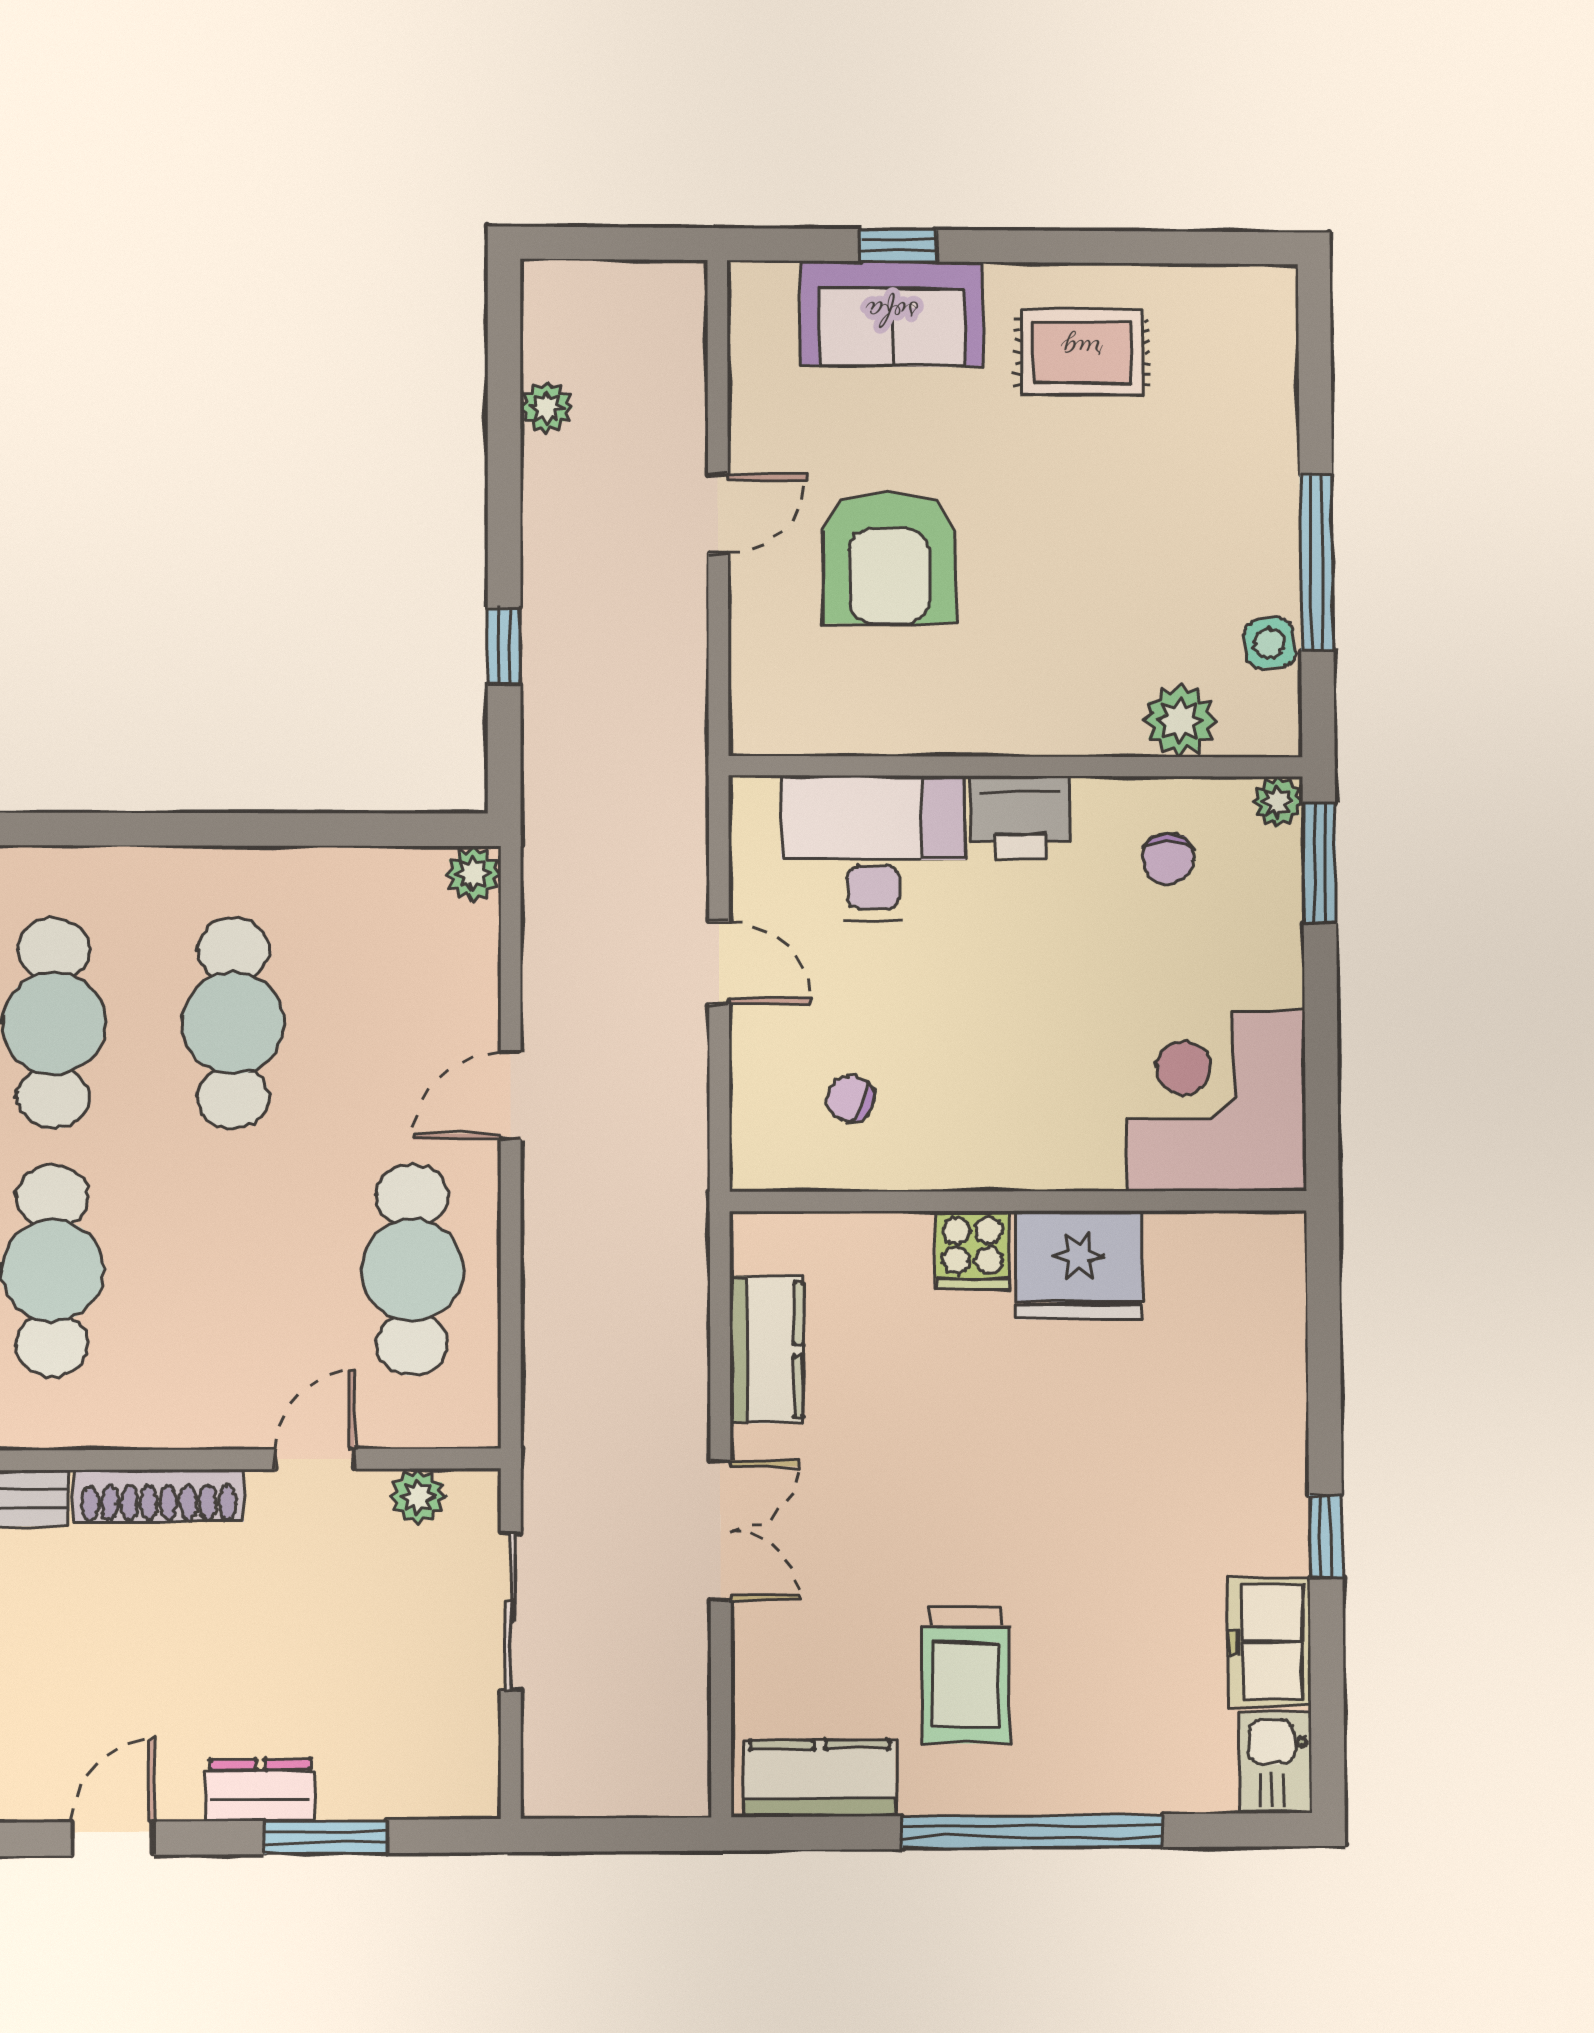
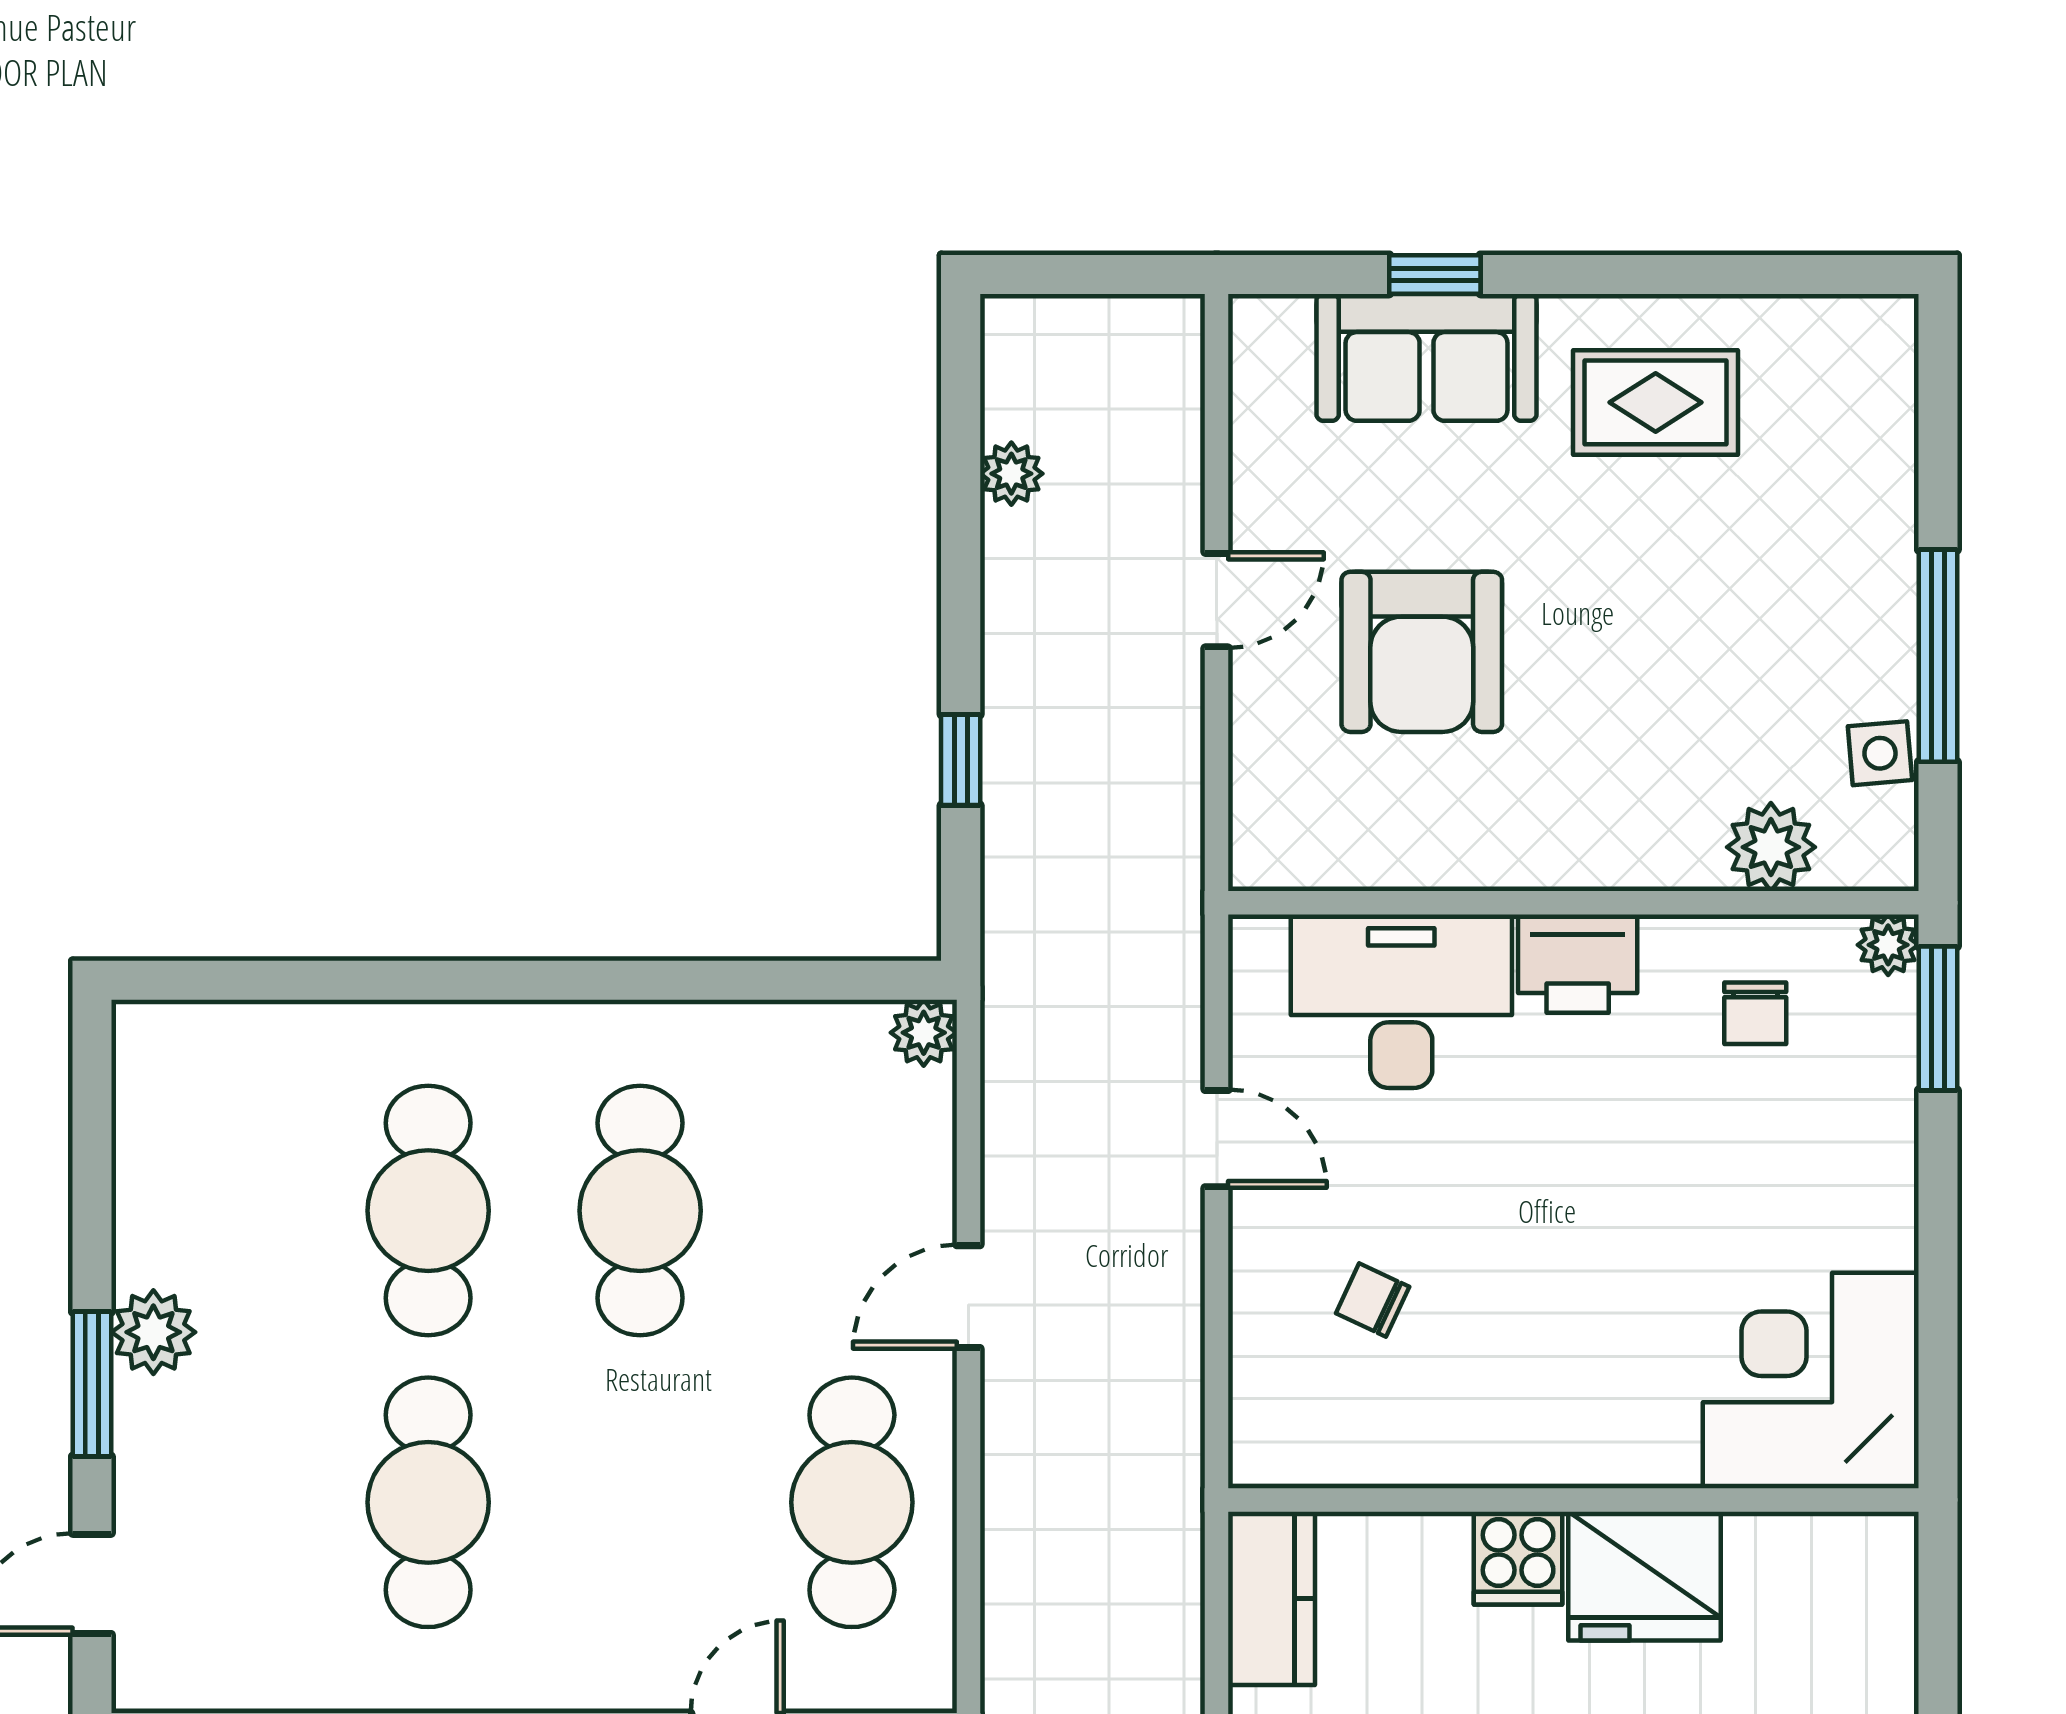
corner desk: (1216, 1101) -> (1811, 1380), moved
wall: (1019, 1201) -> (1573, 1500), moved
cooker: (973, 1250) -> (1518, 1558), moved
fridge: (1079, 1265) -> (1645, 1576), moved

